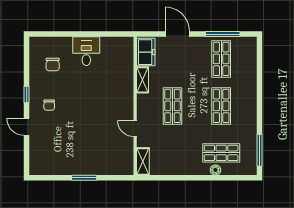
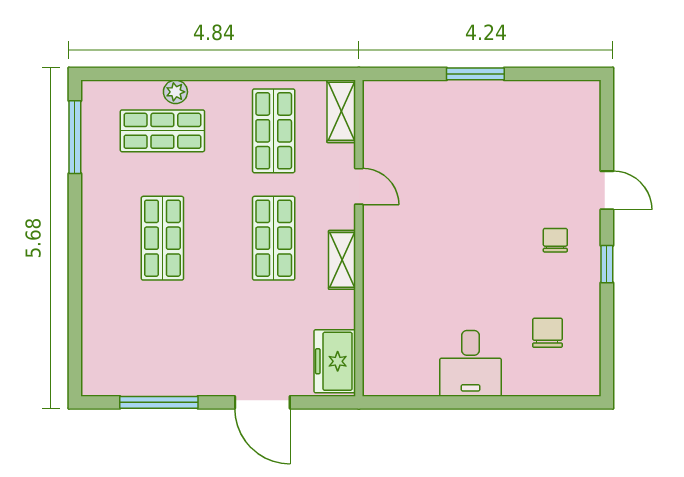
shop shelf: (221, 59) -> (274, 131), moved
shelving: (143, 80) -> (342, 260), moved

